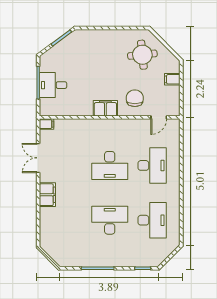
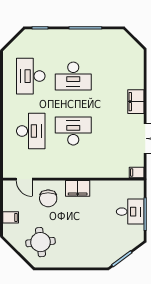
door: (159, 117) -> (24, 179), swing flipped
desk: (152, 165) -> (31, 131), turned 180

